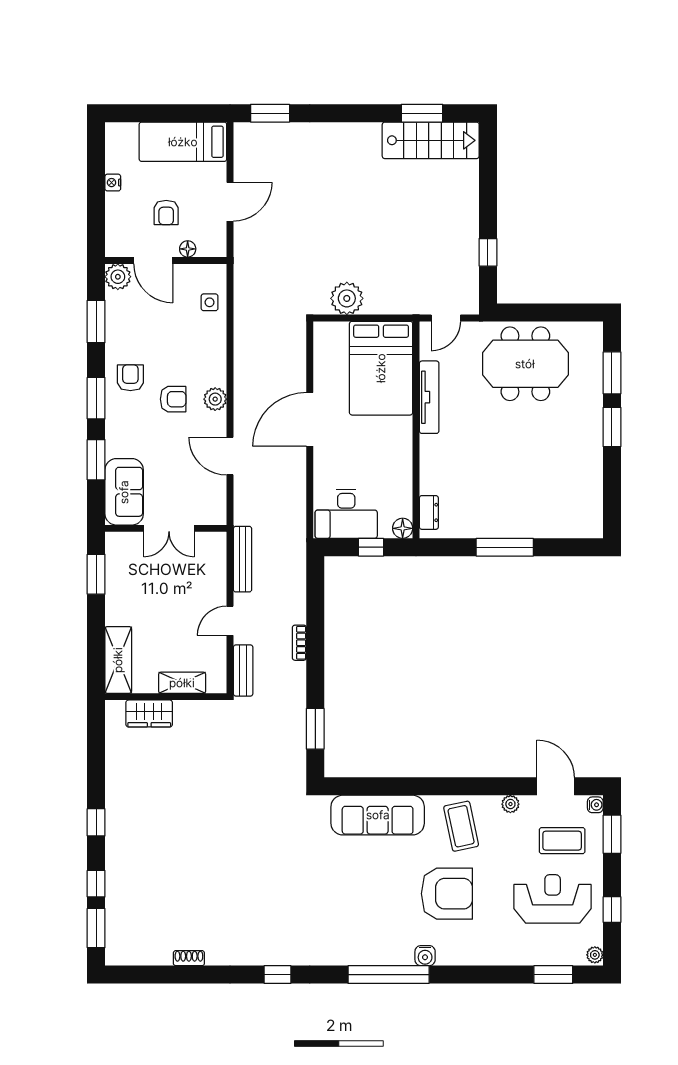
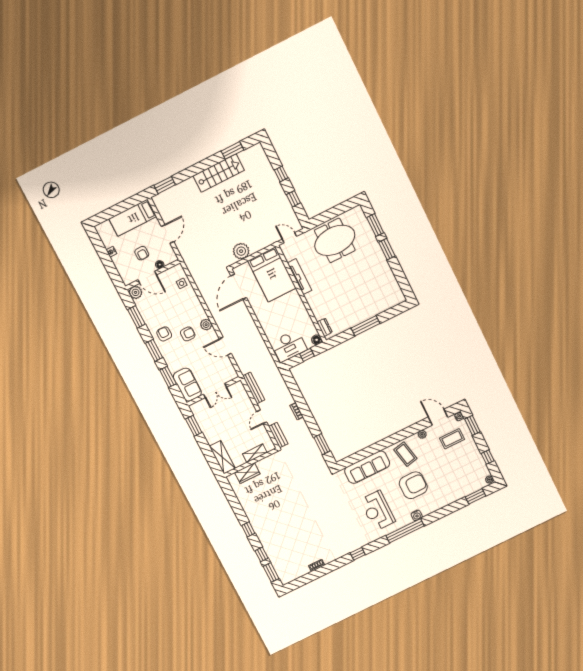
stairs: (431, 140) -> (219, 173), moved
window: (488, 197) -> (281, 174), added
door: (446, 318) -> (289, 238), swing flipped
door: (310, 419) -> (239, 287), moved
reception desk: (553, 899) -> (377, 511), moved, turned -90

